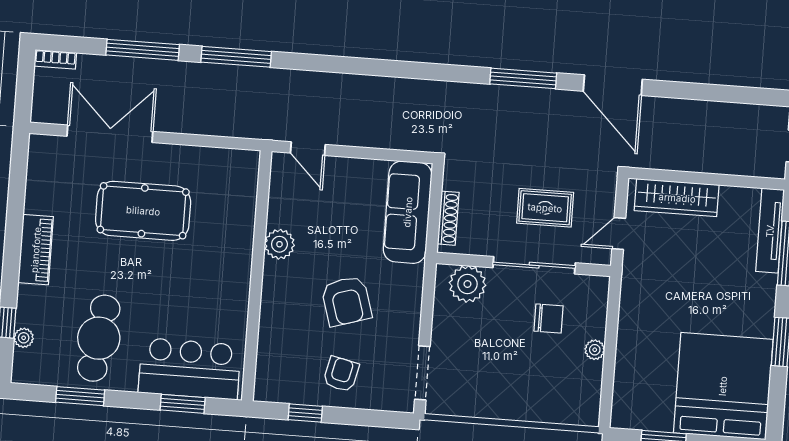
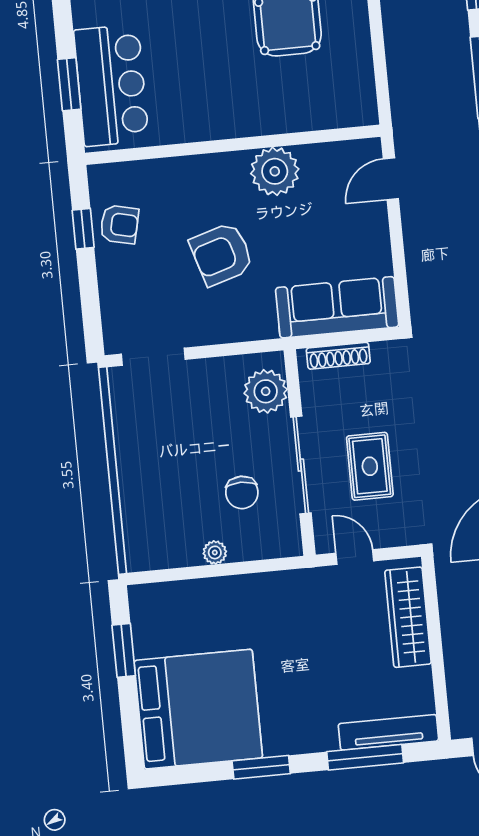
plant: (279, 244) -> (275, 171), width x1.36, depth x1.36
armchair: (341, 374) -> (119, 224), moved

